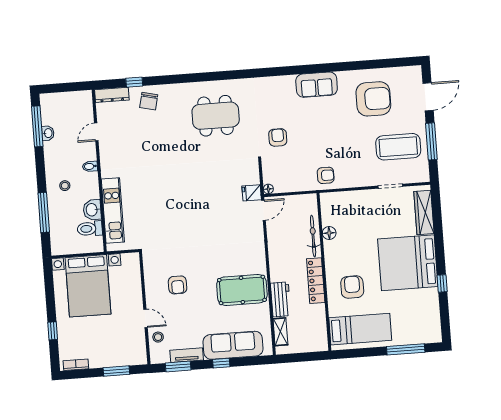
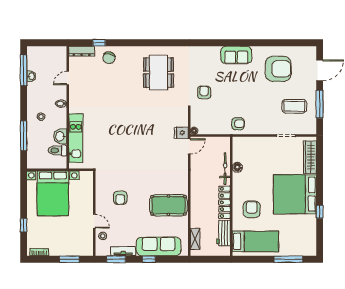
dining table: (216, 116) -> (158, 73), turned 90
coffee table: (398, 147) -> (294, 106), width x0.73, depth x0.76
workbench: (281, 299) -> (223, 233), moved, turned 180

